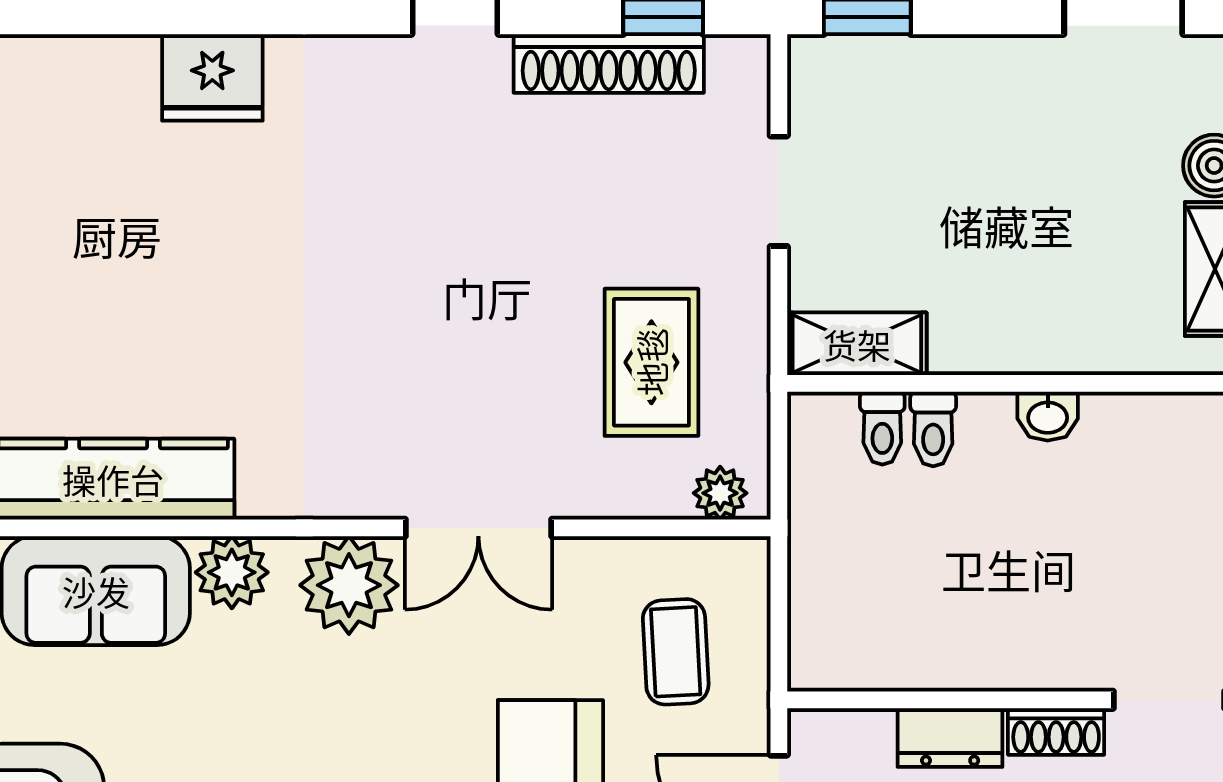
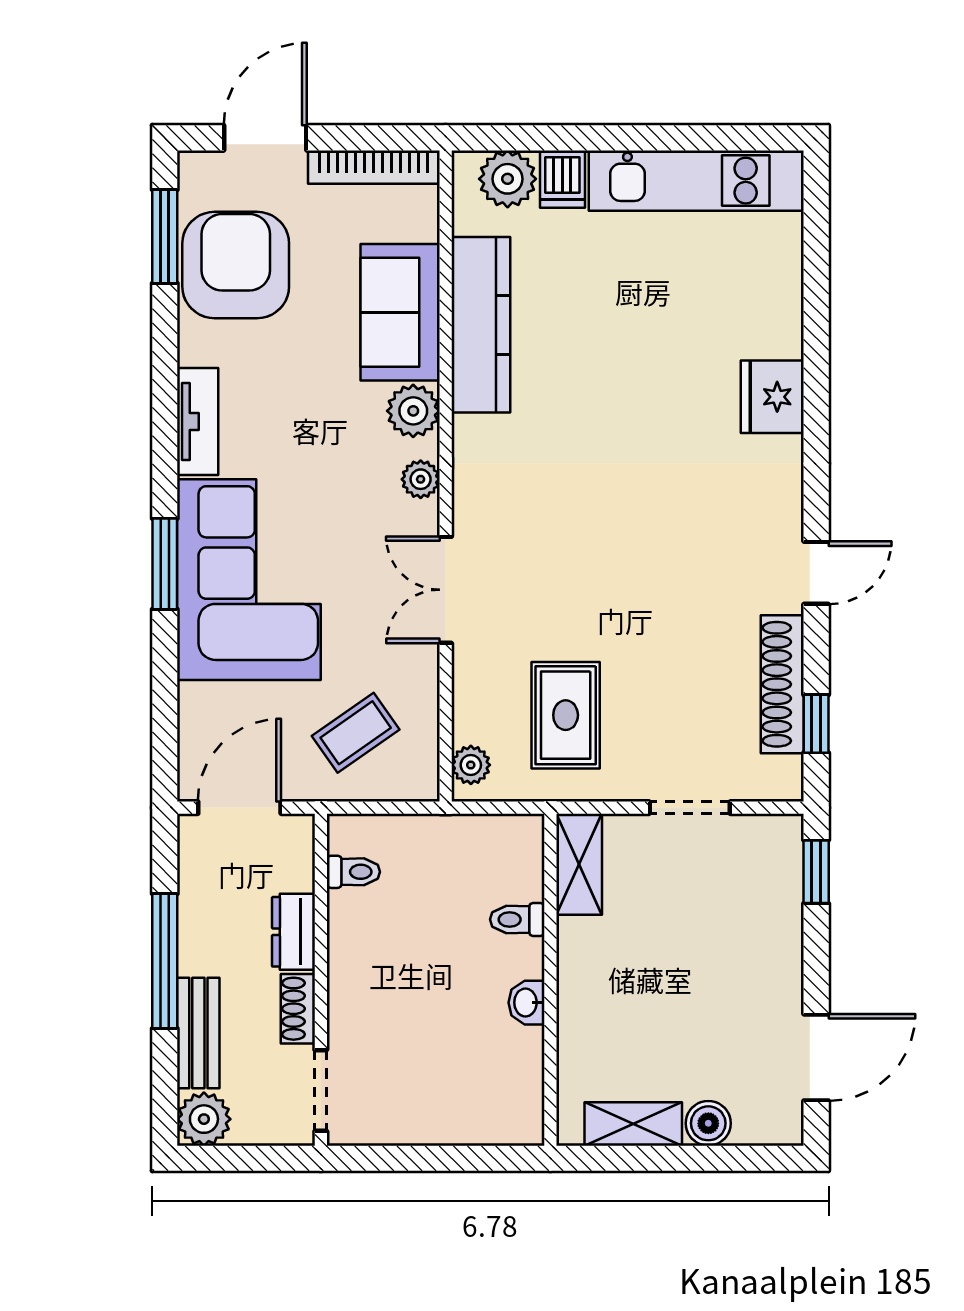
rug: (651, 362) -> (566, 715), turned 90
toilet: (882, 428) -> (353, 872), moved, turned 180
plant: (349, 585) -> (421, 479), width x0.53, depth x0.53
coffee table: (676, 652) -> (356, 733), turned -32

